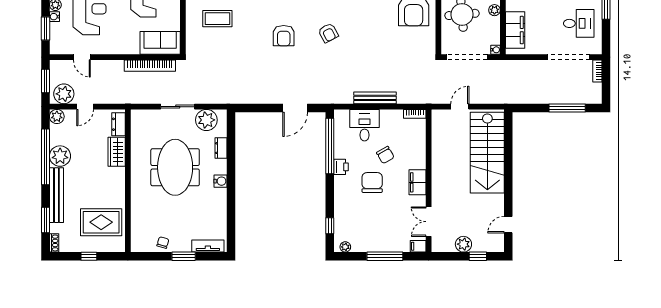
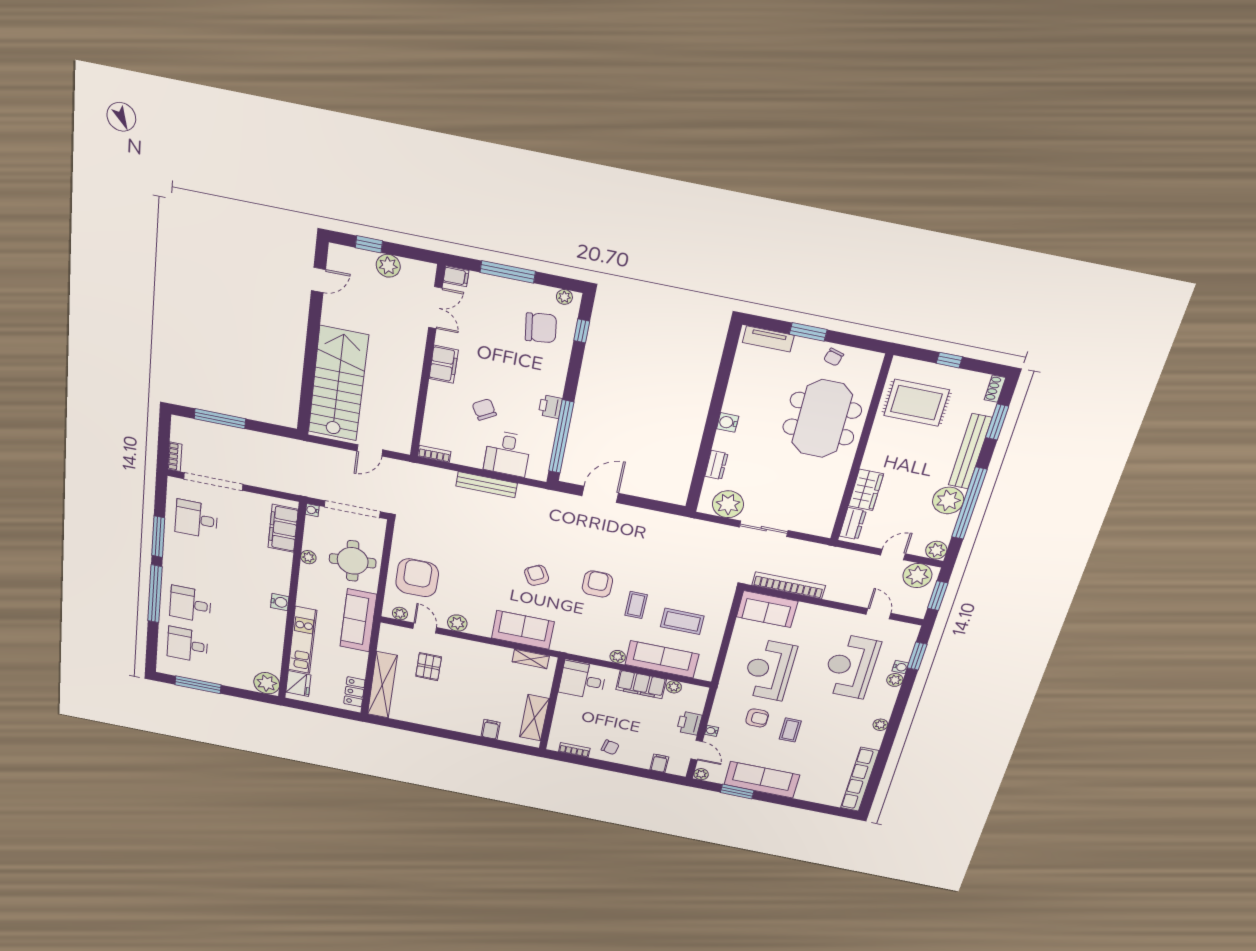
coffee table: (253, 25) -> (636, 605), added
meeting table: (175, 167) -> (822, 419), moved
chair: (372, 183) -> (541, 328), moved, turned -97

